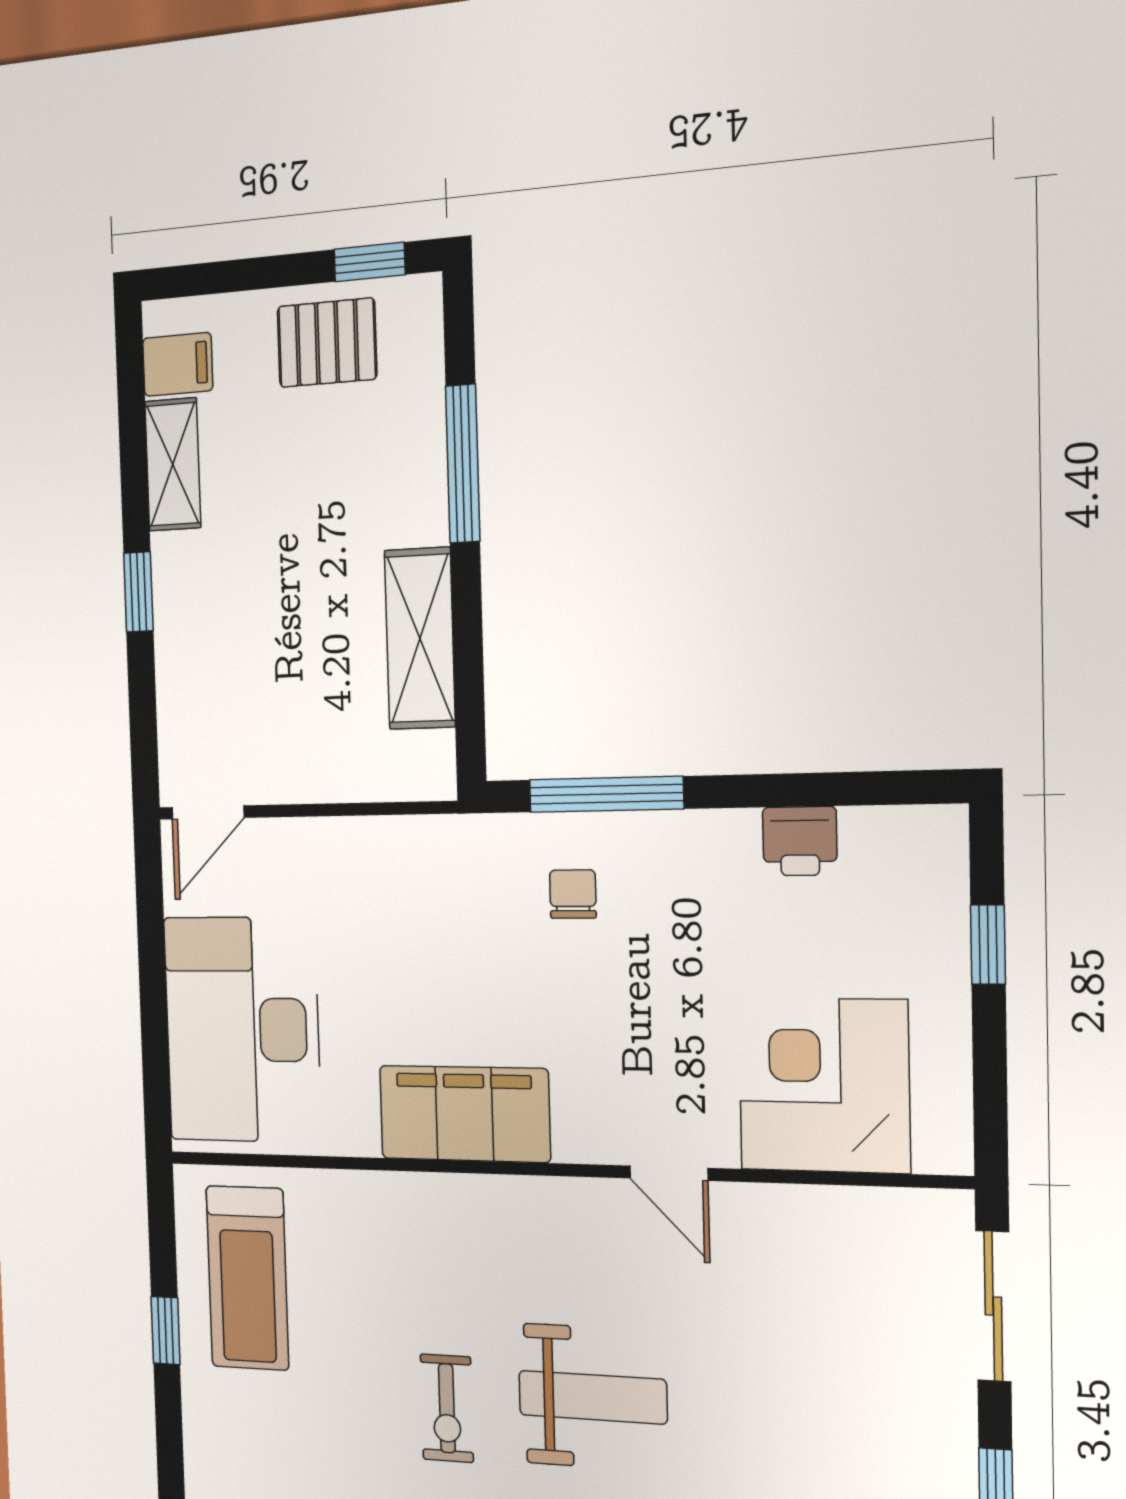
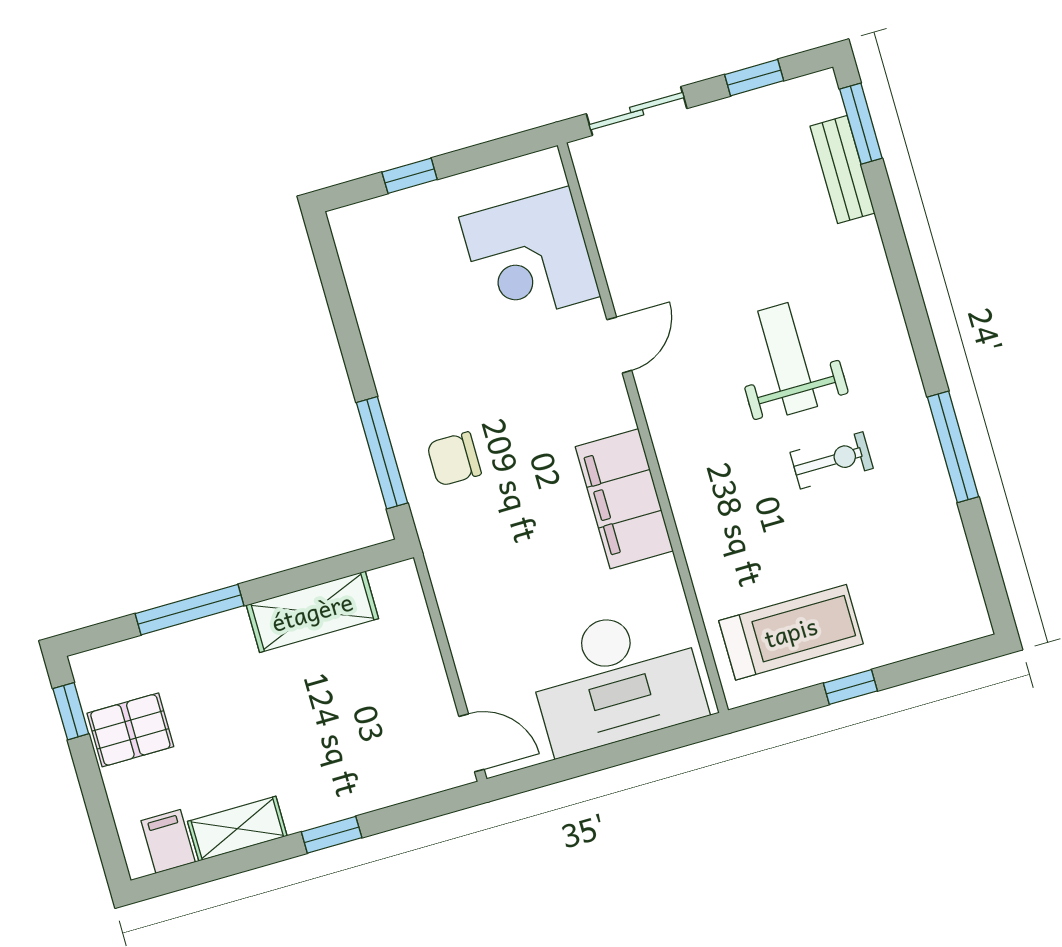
pallet: (327, 343) -> (130, 730), turned 90
printer: (800, 841) -> (378, 314), removed
chair: (573, 894) -> (454, 459), width x1.37, depth x1.37

